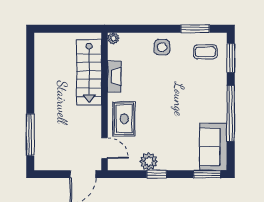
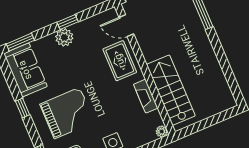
grand piano: (192, 92) -> (67, 113), added
window: (231, 113) -> (23, 108), width x0.32
plant: (149, 161) -> (64, 37), moved

